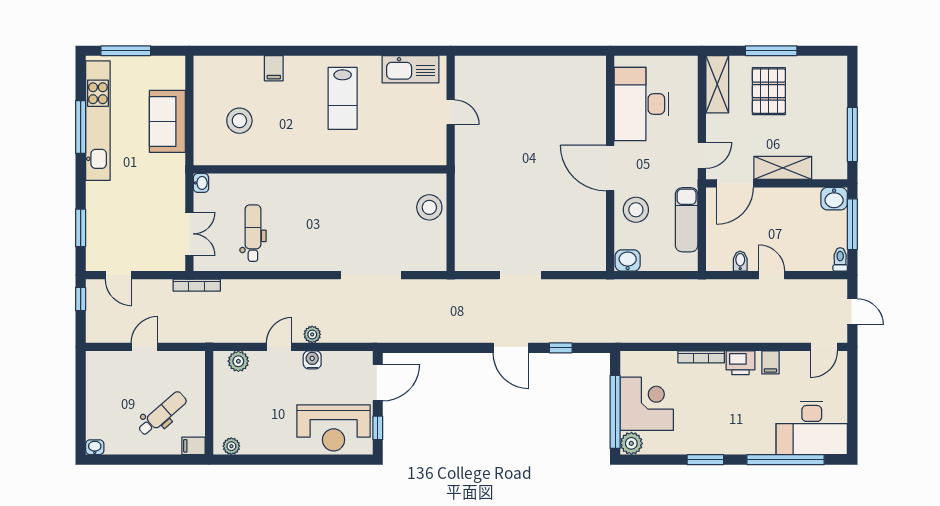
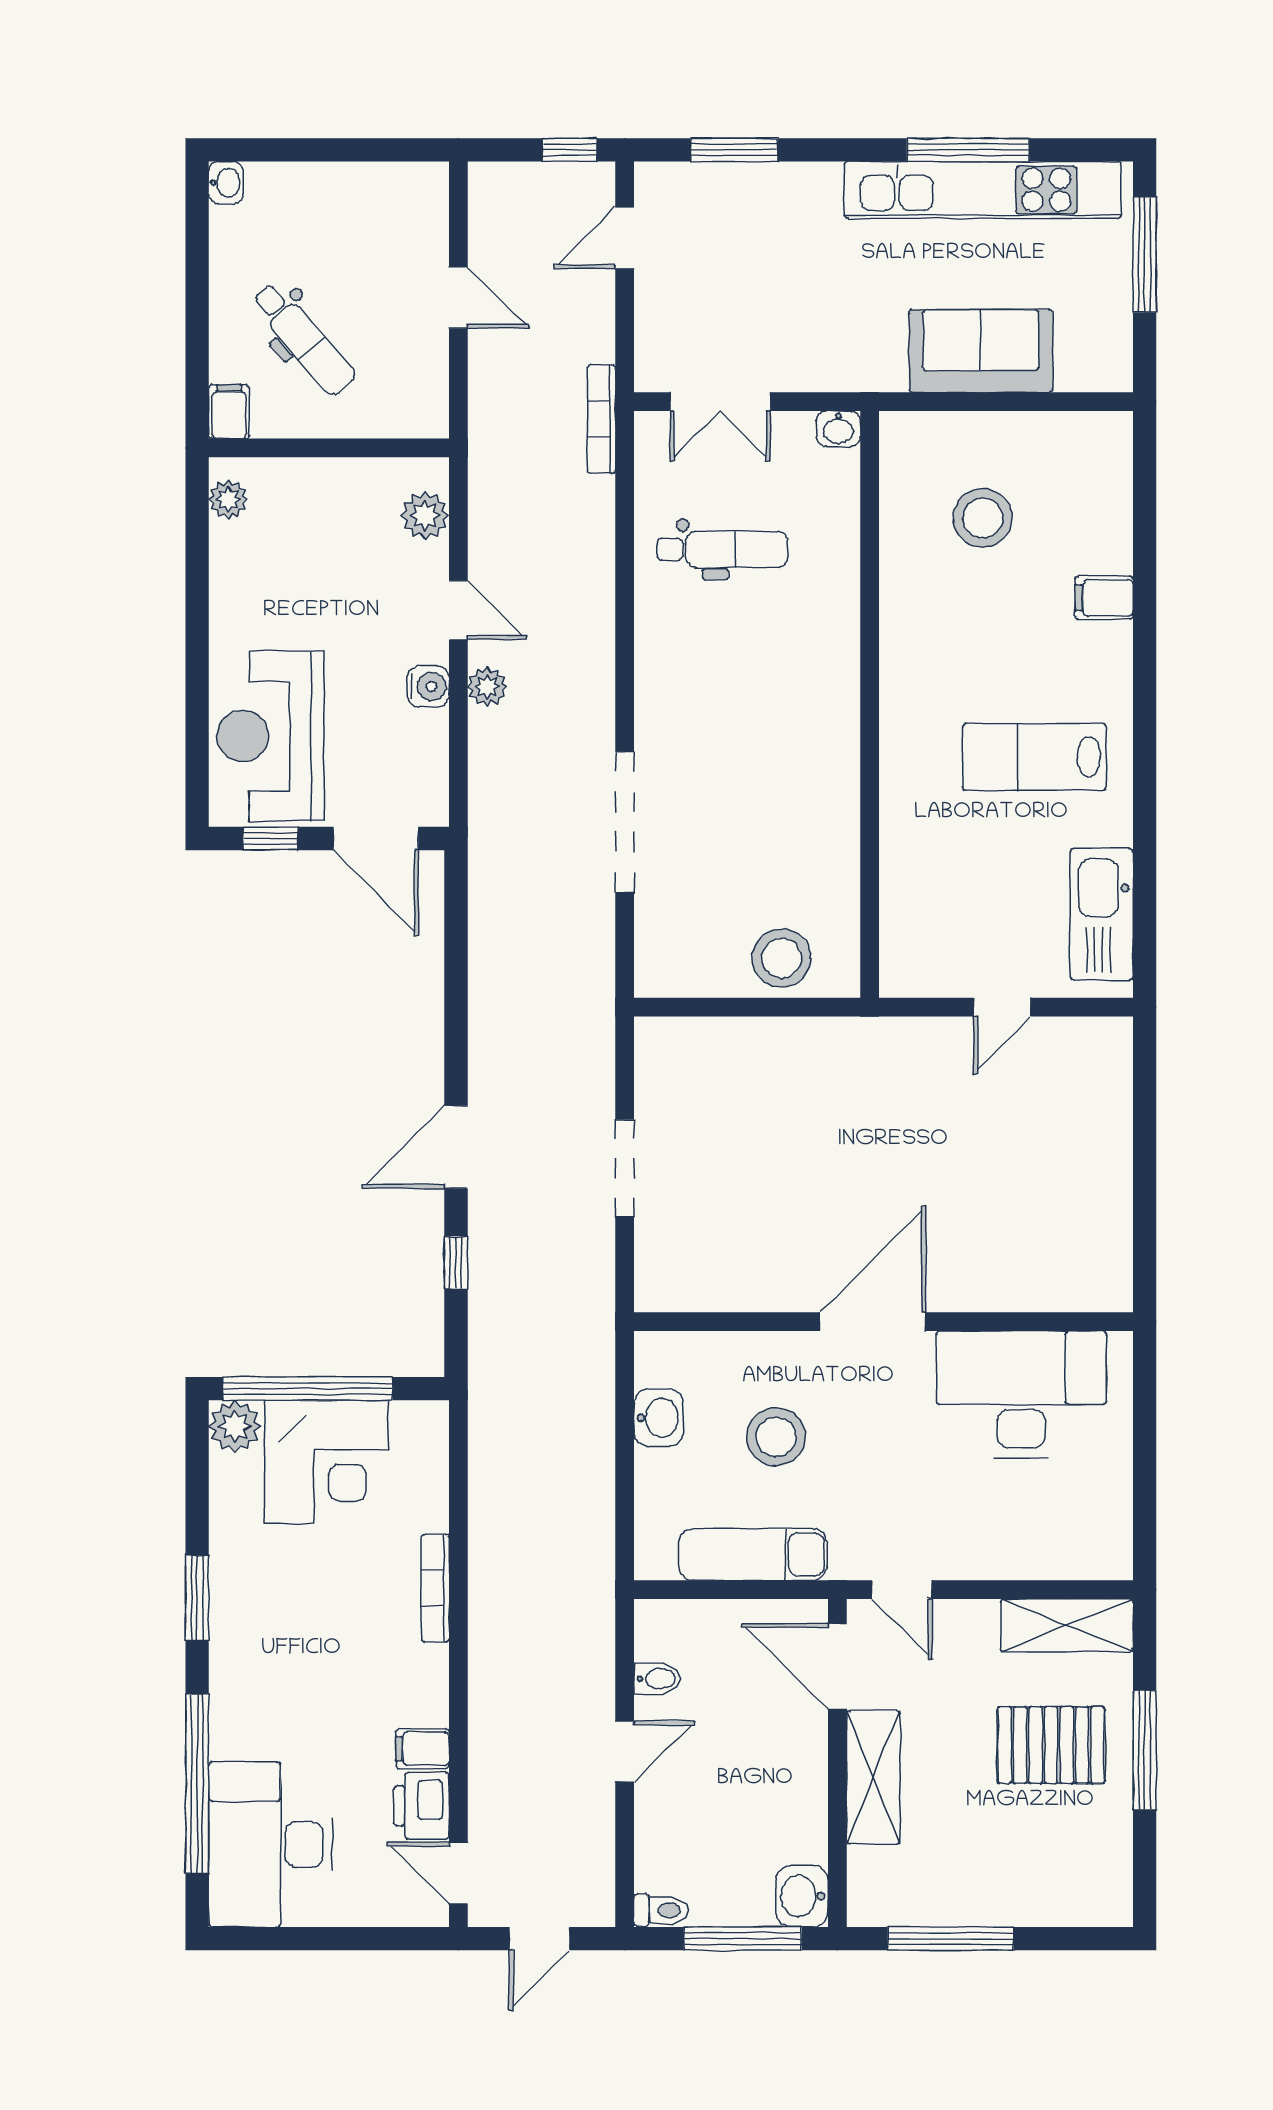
desk: (641, 104) -> (1021, 1394), moved
wall: (610, 163) -> (884, 1322), moved
door: (610, 168) -> (873, 1322), moved
printer: (740, 363) -> (421, 1806), moved

